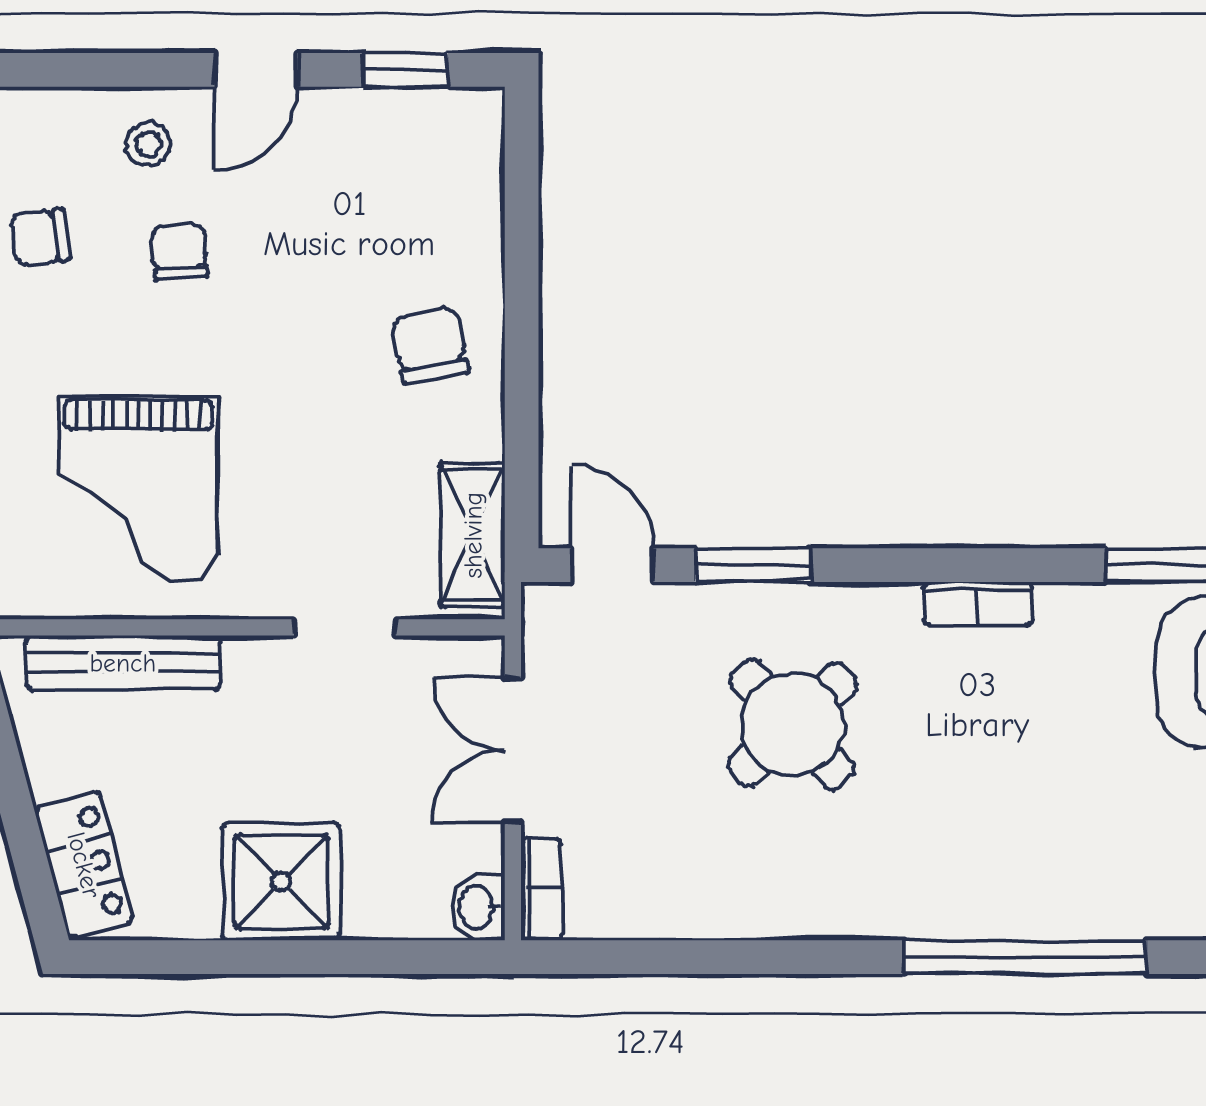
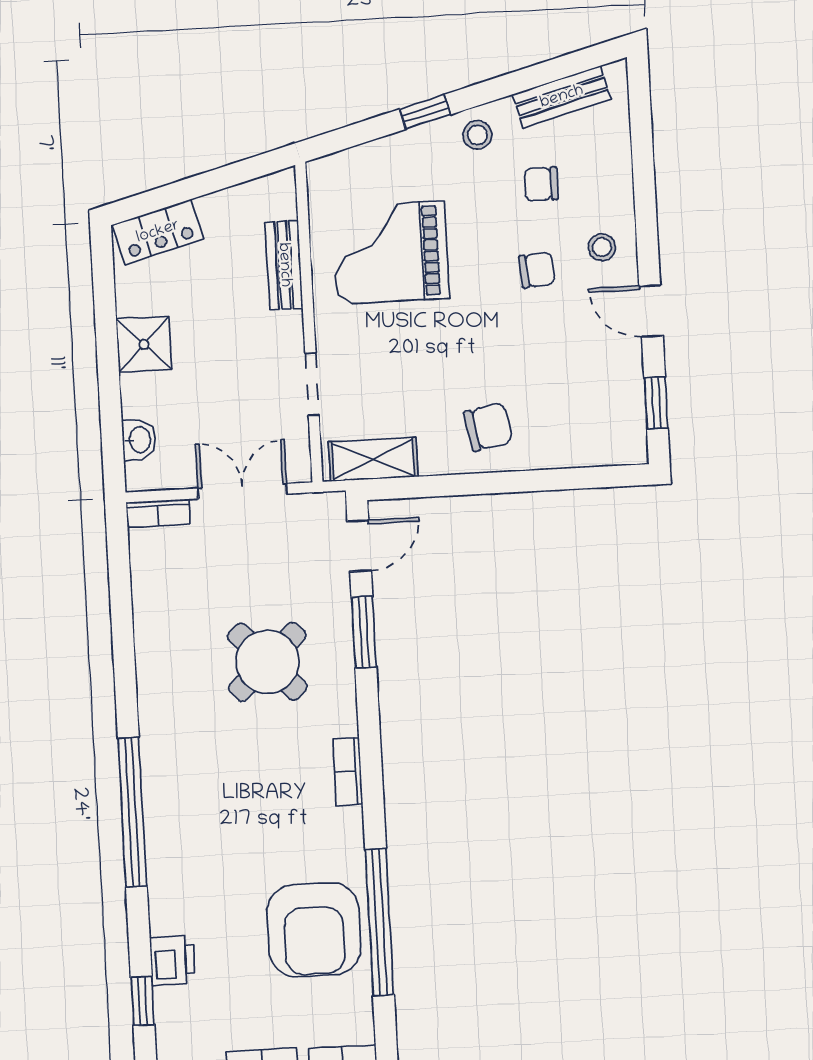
chair: (40, 237) -> (541, 184), turned -83
bench: (123, 663) -> (284, 265), width x0.73
shower: (281, 882) -> (144, 344), width x0.73, depth x0.73
washbasin: (478, 907) -> (139, 440), moved, turned 90

